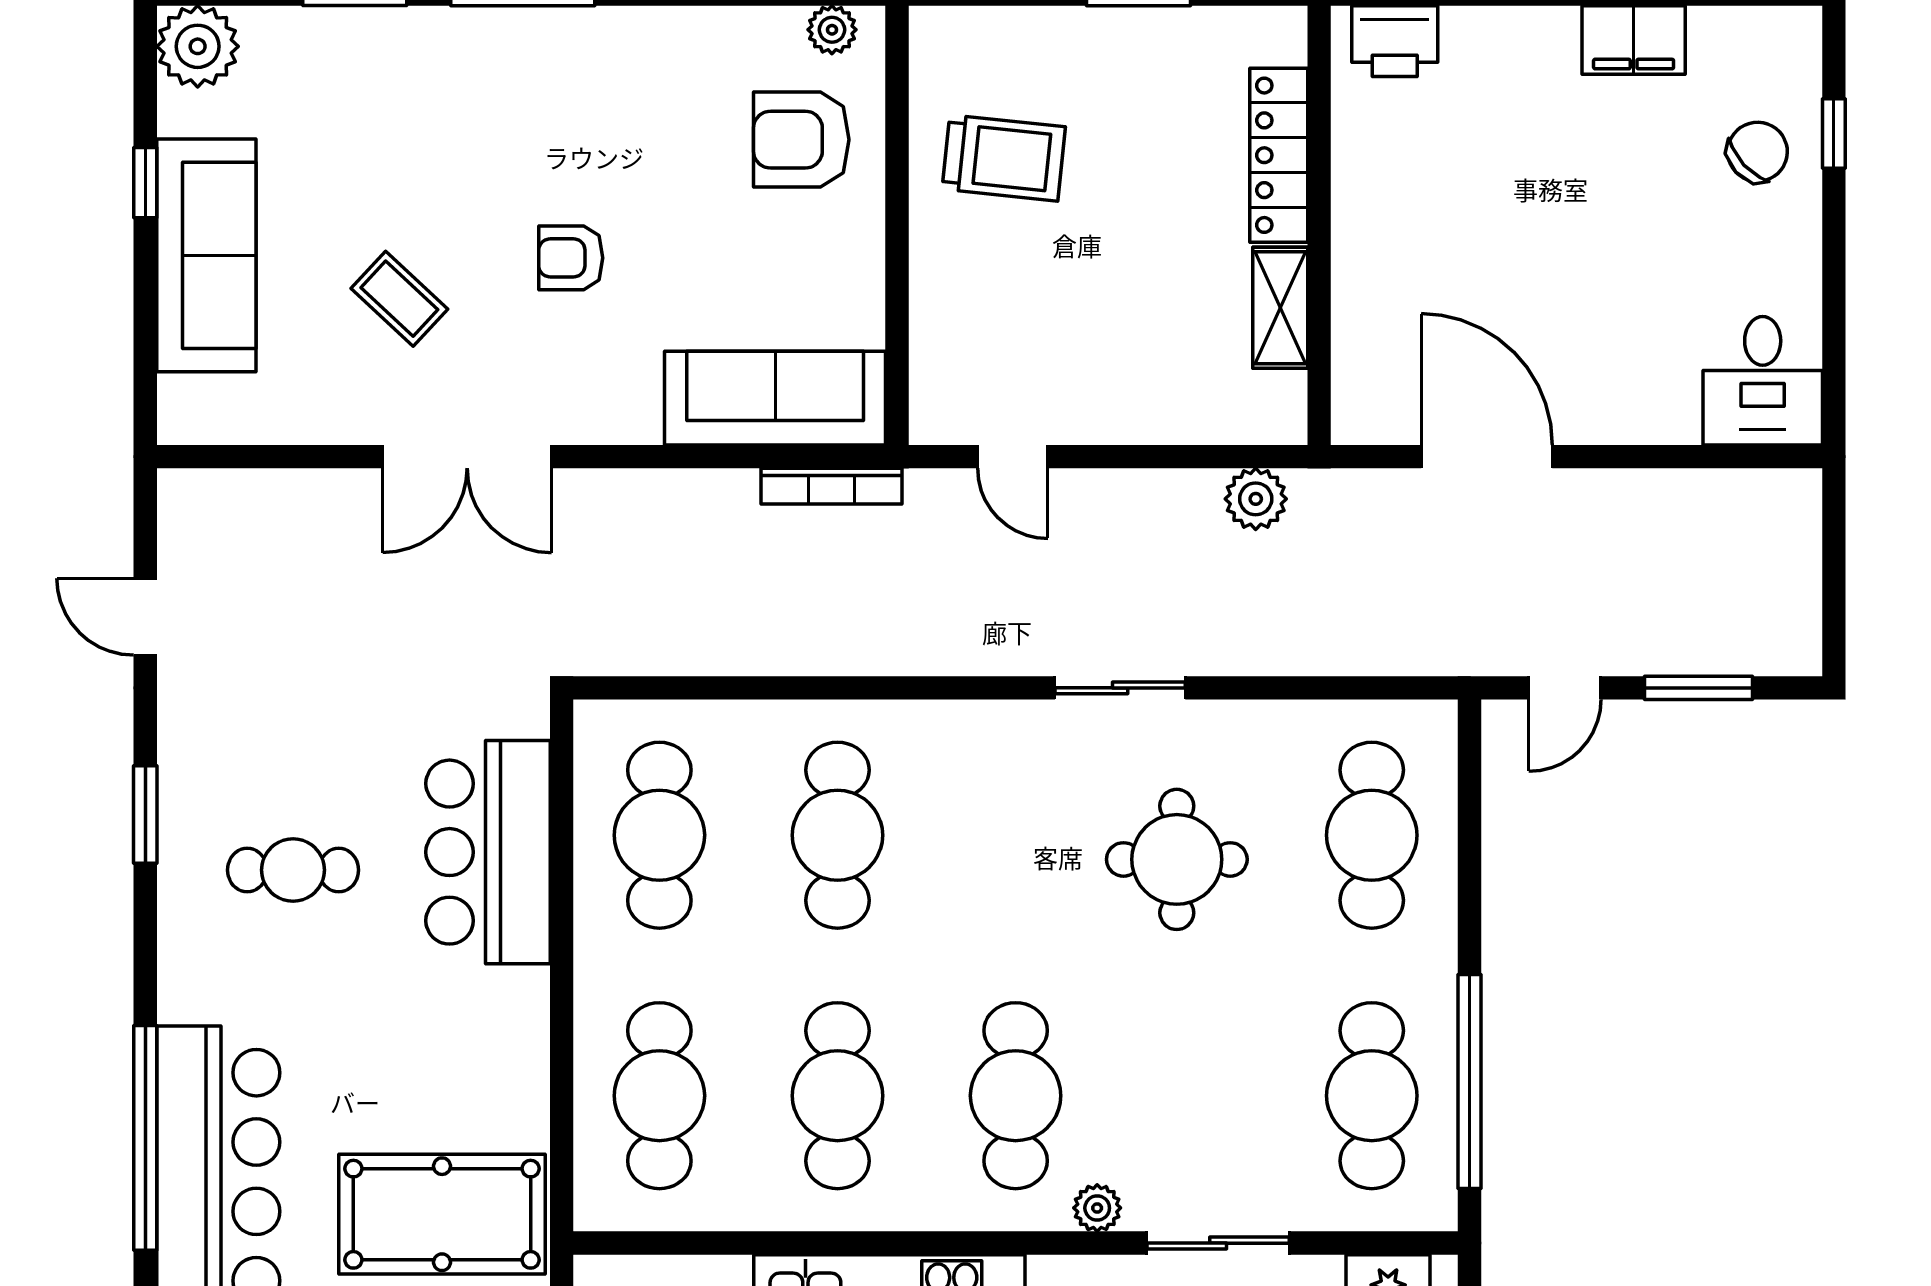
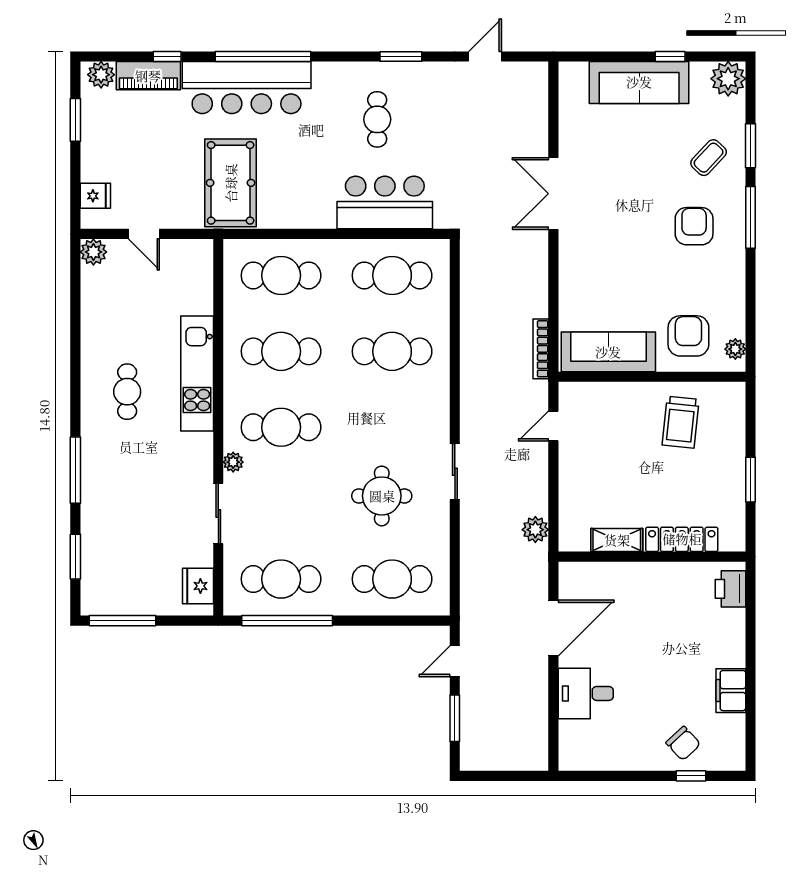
armchair: (571, 258) -> (694, 226), moved, width x1.38, depth x1.38
coffee table: (399, 299) -> (709, 158), moved
desk: (1763, 381) -> (586, 693), moved
sofa: (775, 398) -> (608, 352), moved, turned -90
door: (1565, 688) -> (455, 661), hinge flipped

